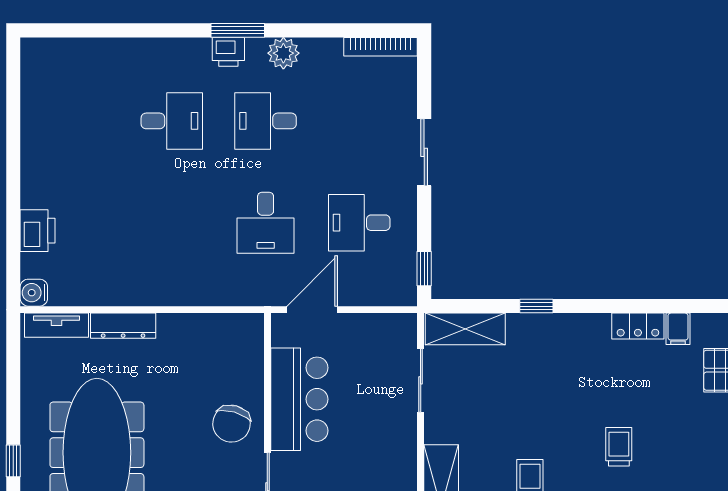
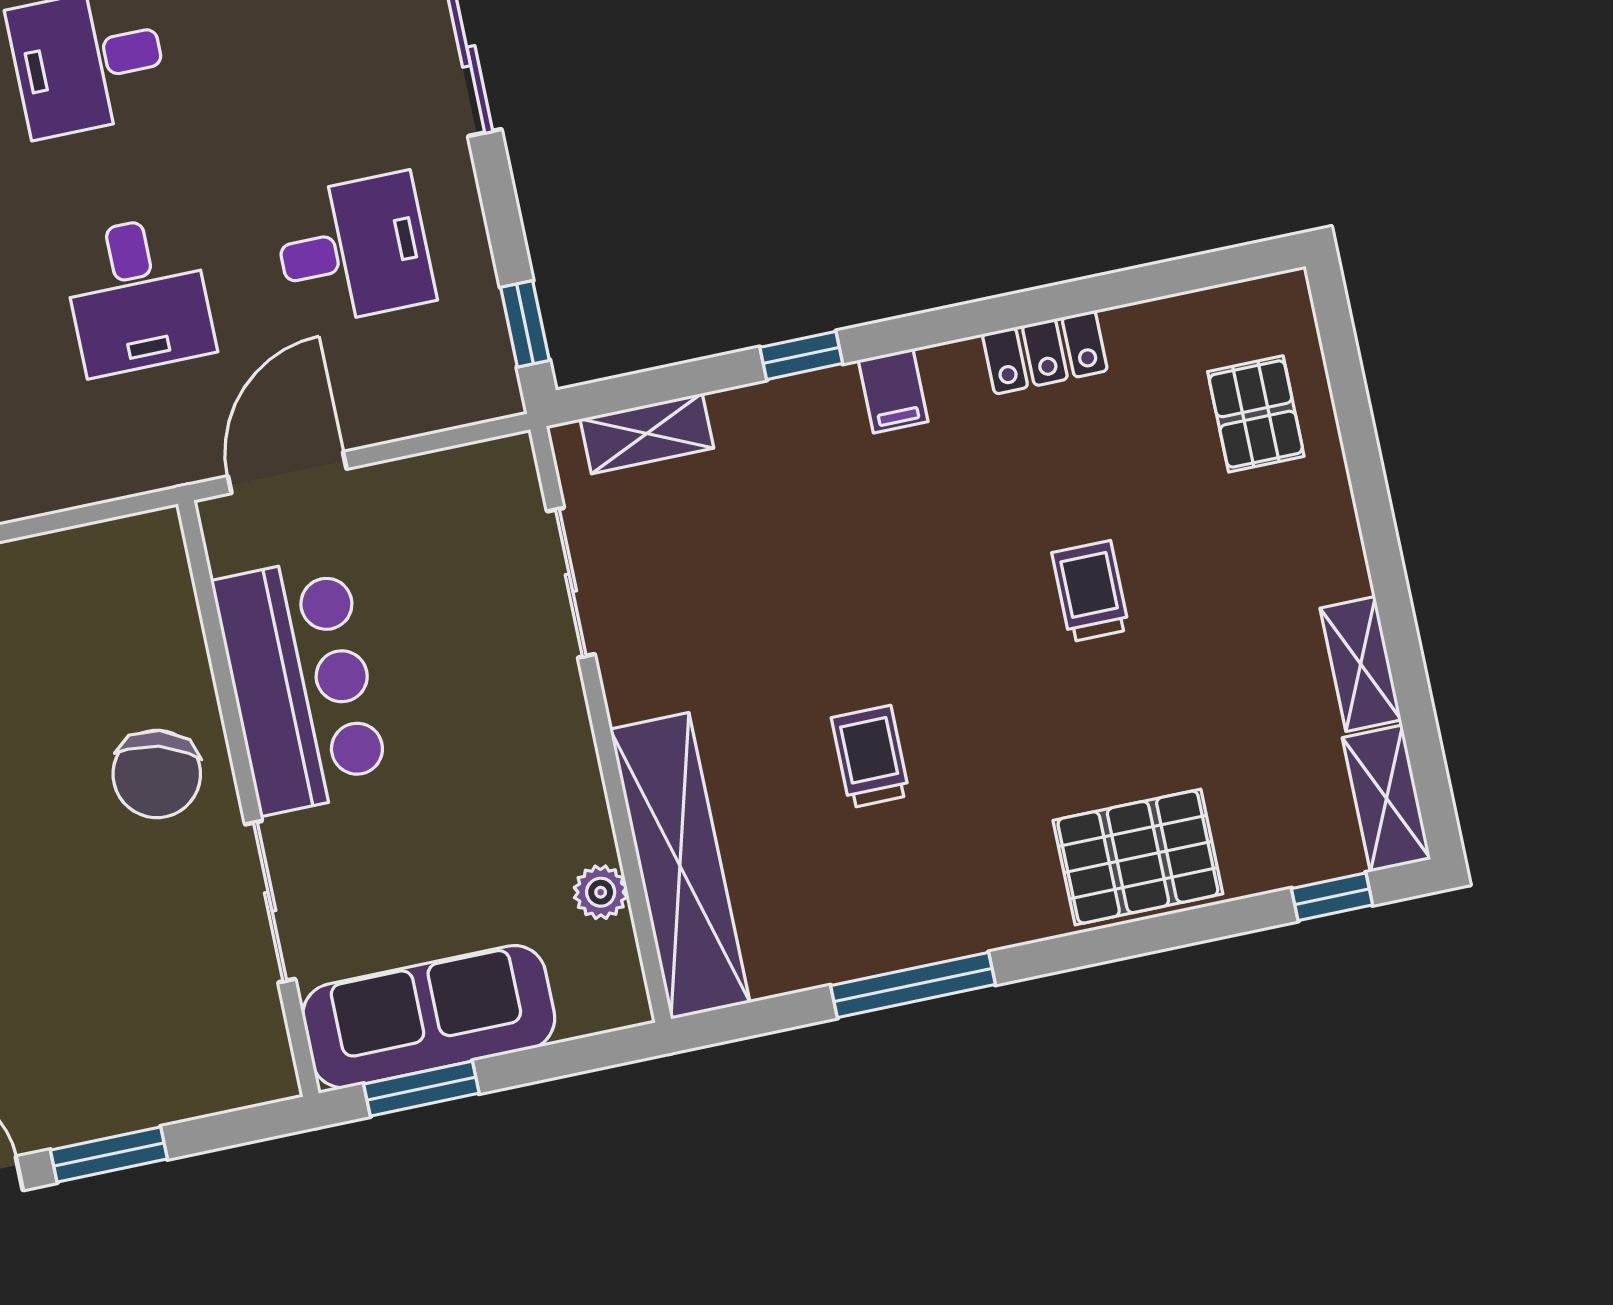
desk: (359, 223) -> (353, 250), turned 180
shelving: (465, 329) -> (647, 434), width x0.67, depth x0.75
filing cabinet: (678, 329) -> (893, 391), moved
trolley: (619, 447) -> (1090, 591), moved

